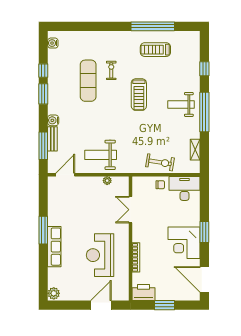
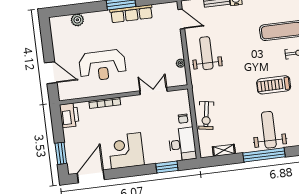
weight bench: (181, 104) -> (269, 130), width x1.36, depth x1.33
window: (204, 232) -> (167, 167), moved
row of seats: (54, 247) -> (131, 14), moved
reception desk: (100, 255) -> (102, 65), turned 180
plant: (54, 293) -> (77, 20), moved
window: (164, 305) -> (61, 153), moved

